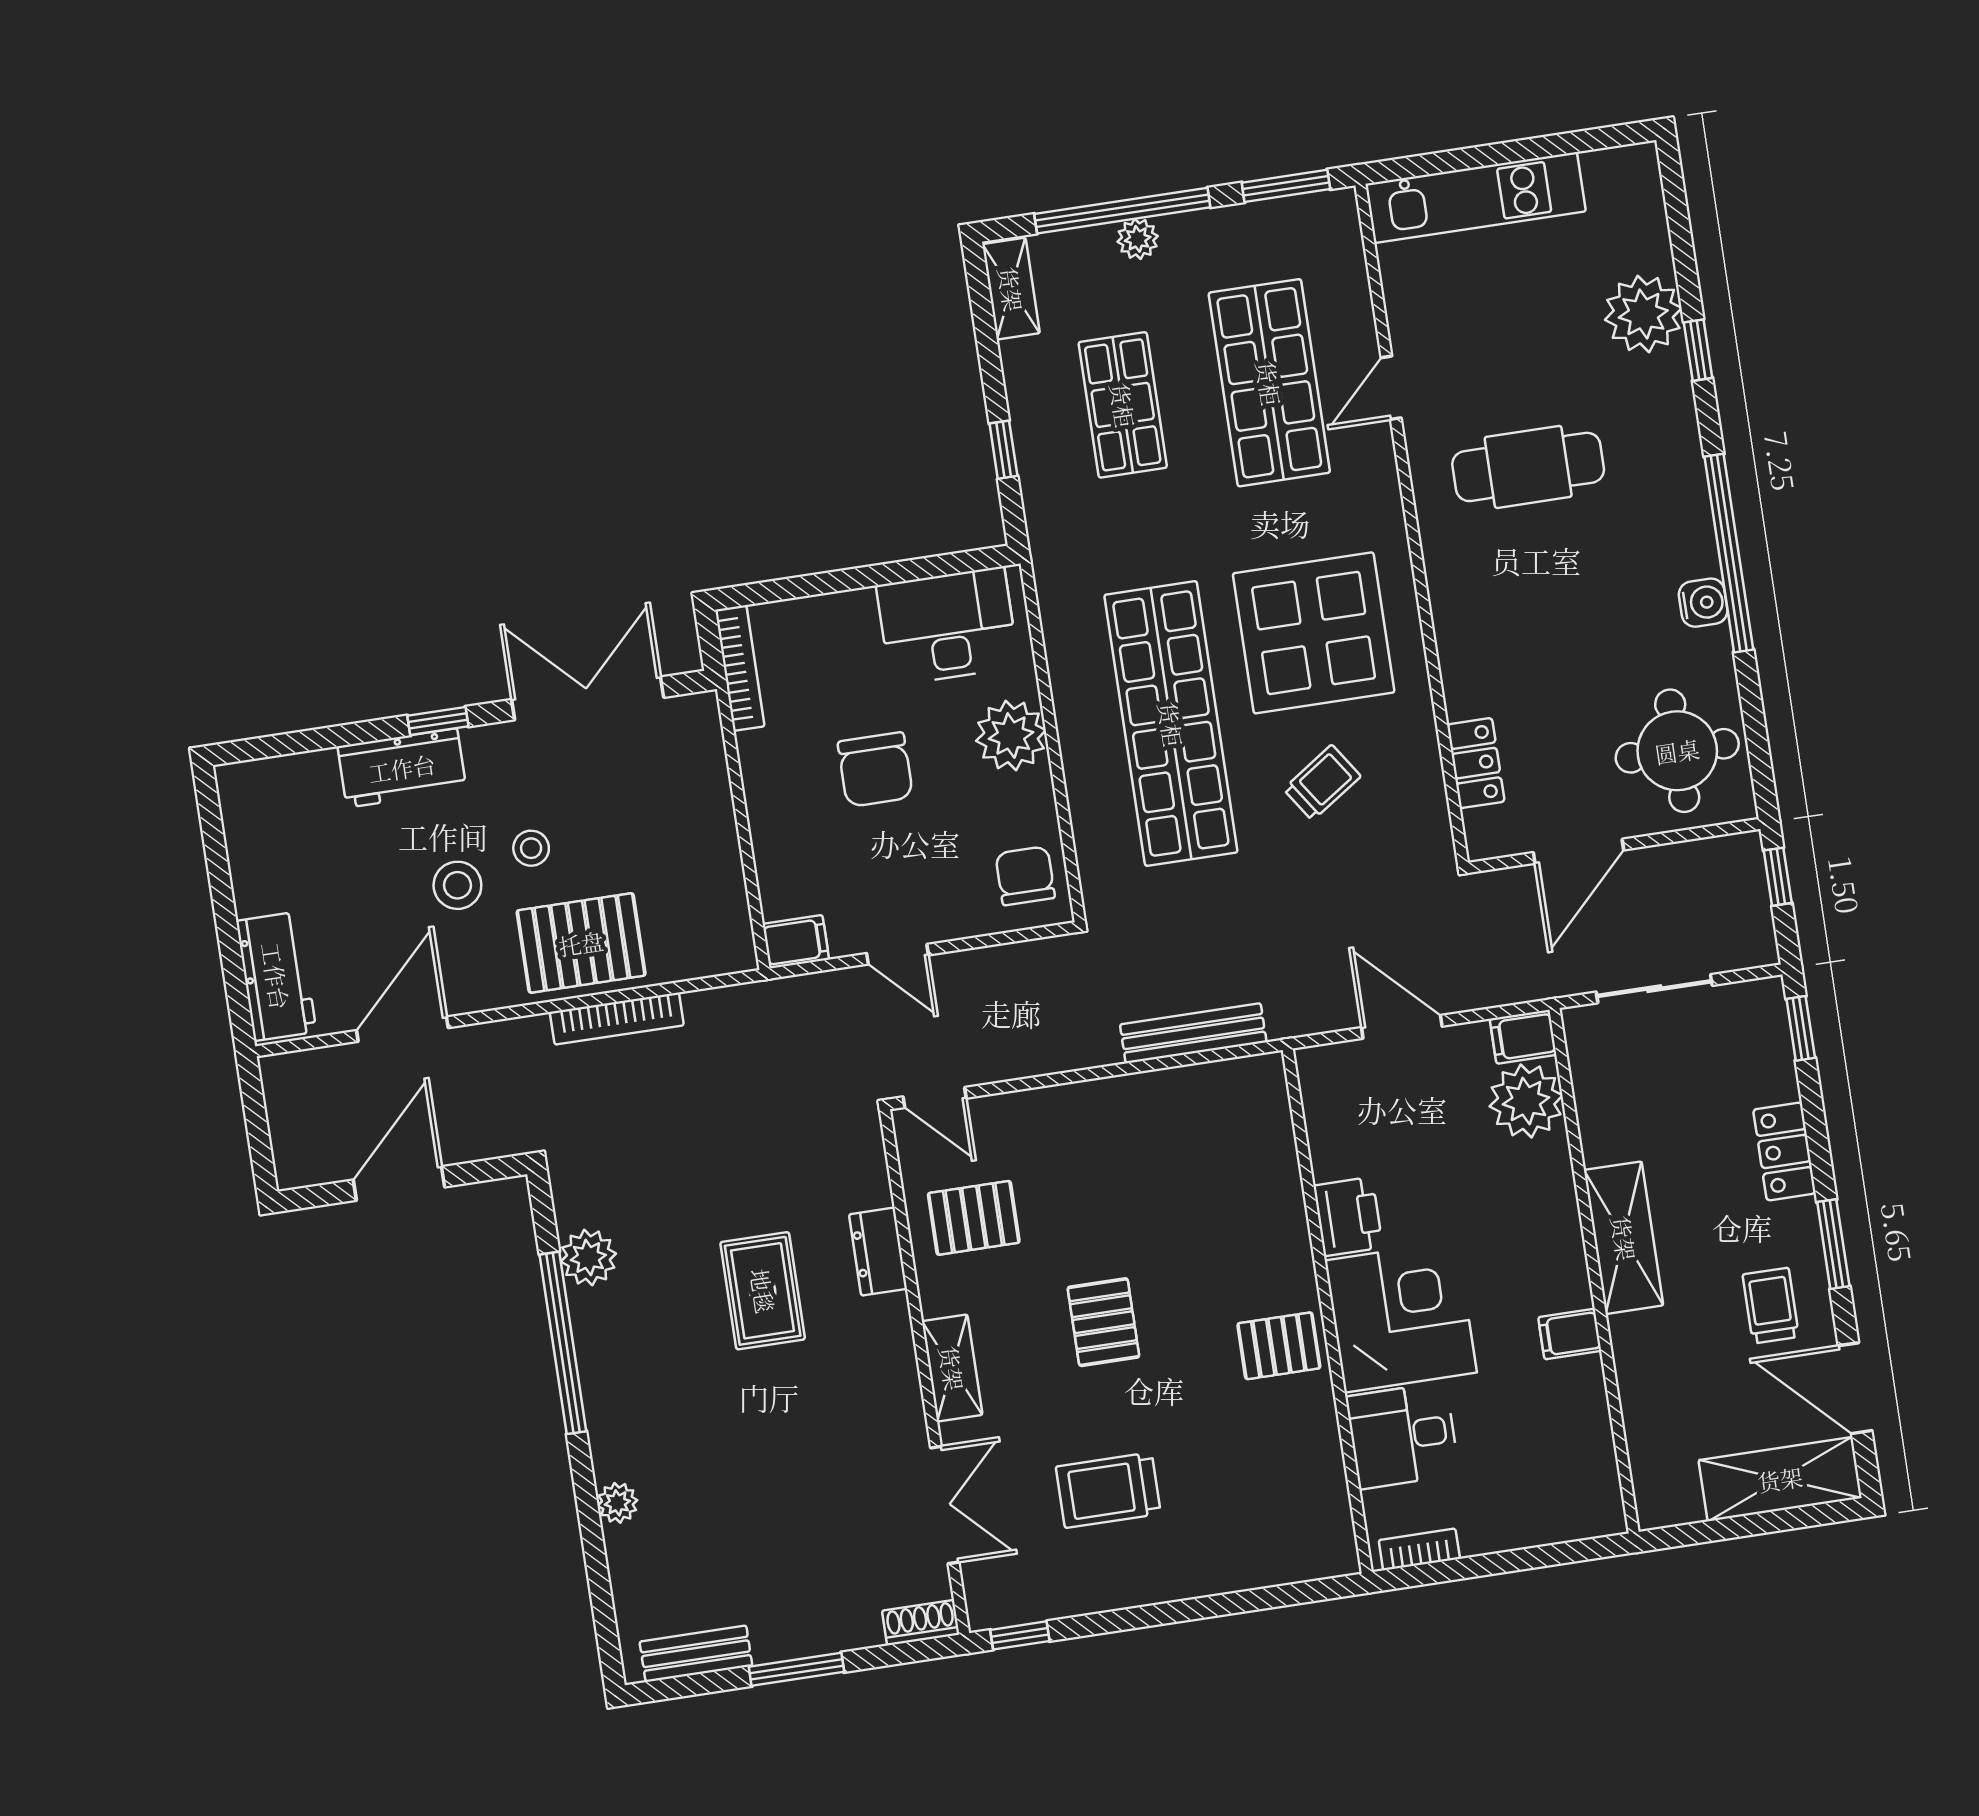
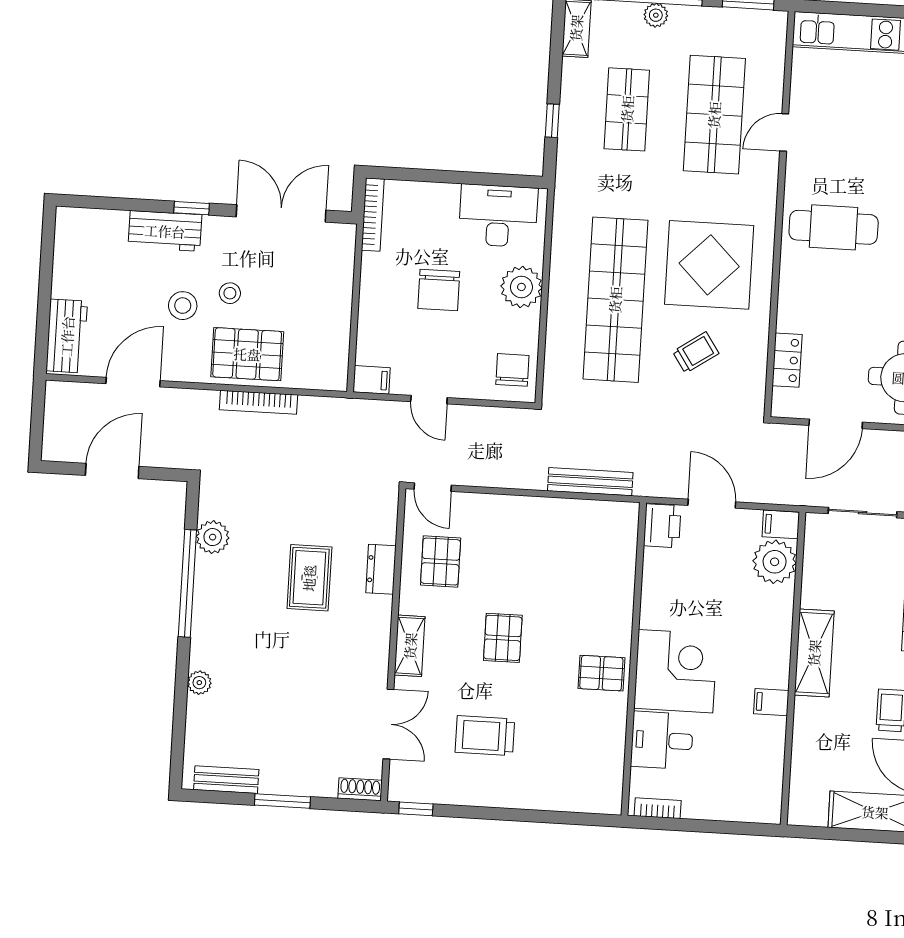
cafe table: (1528, 467) -> (834, 227), moved
printer: (1348, 1217) -> (662, 526), moved
pallet: (974, 1218) -> (441, 562), turned 90

